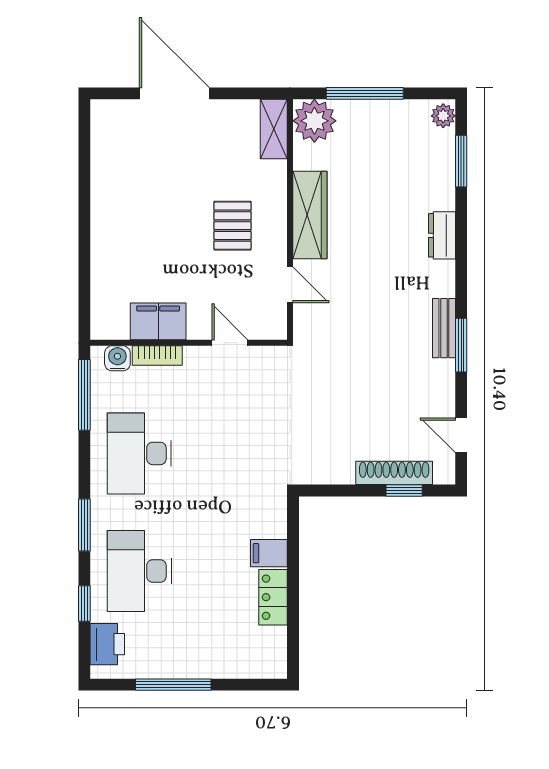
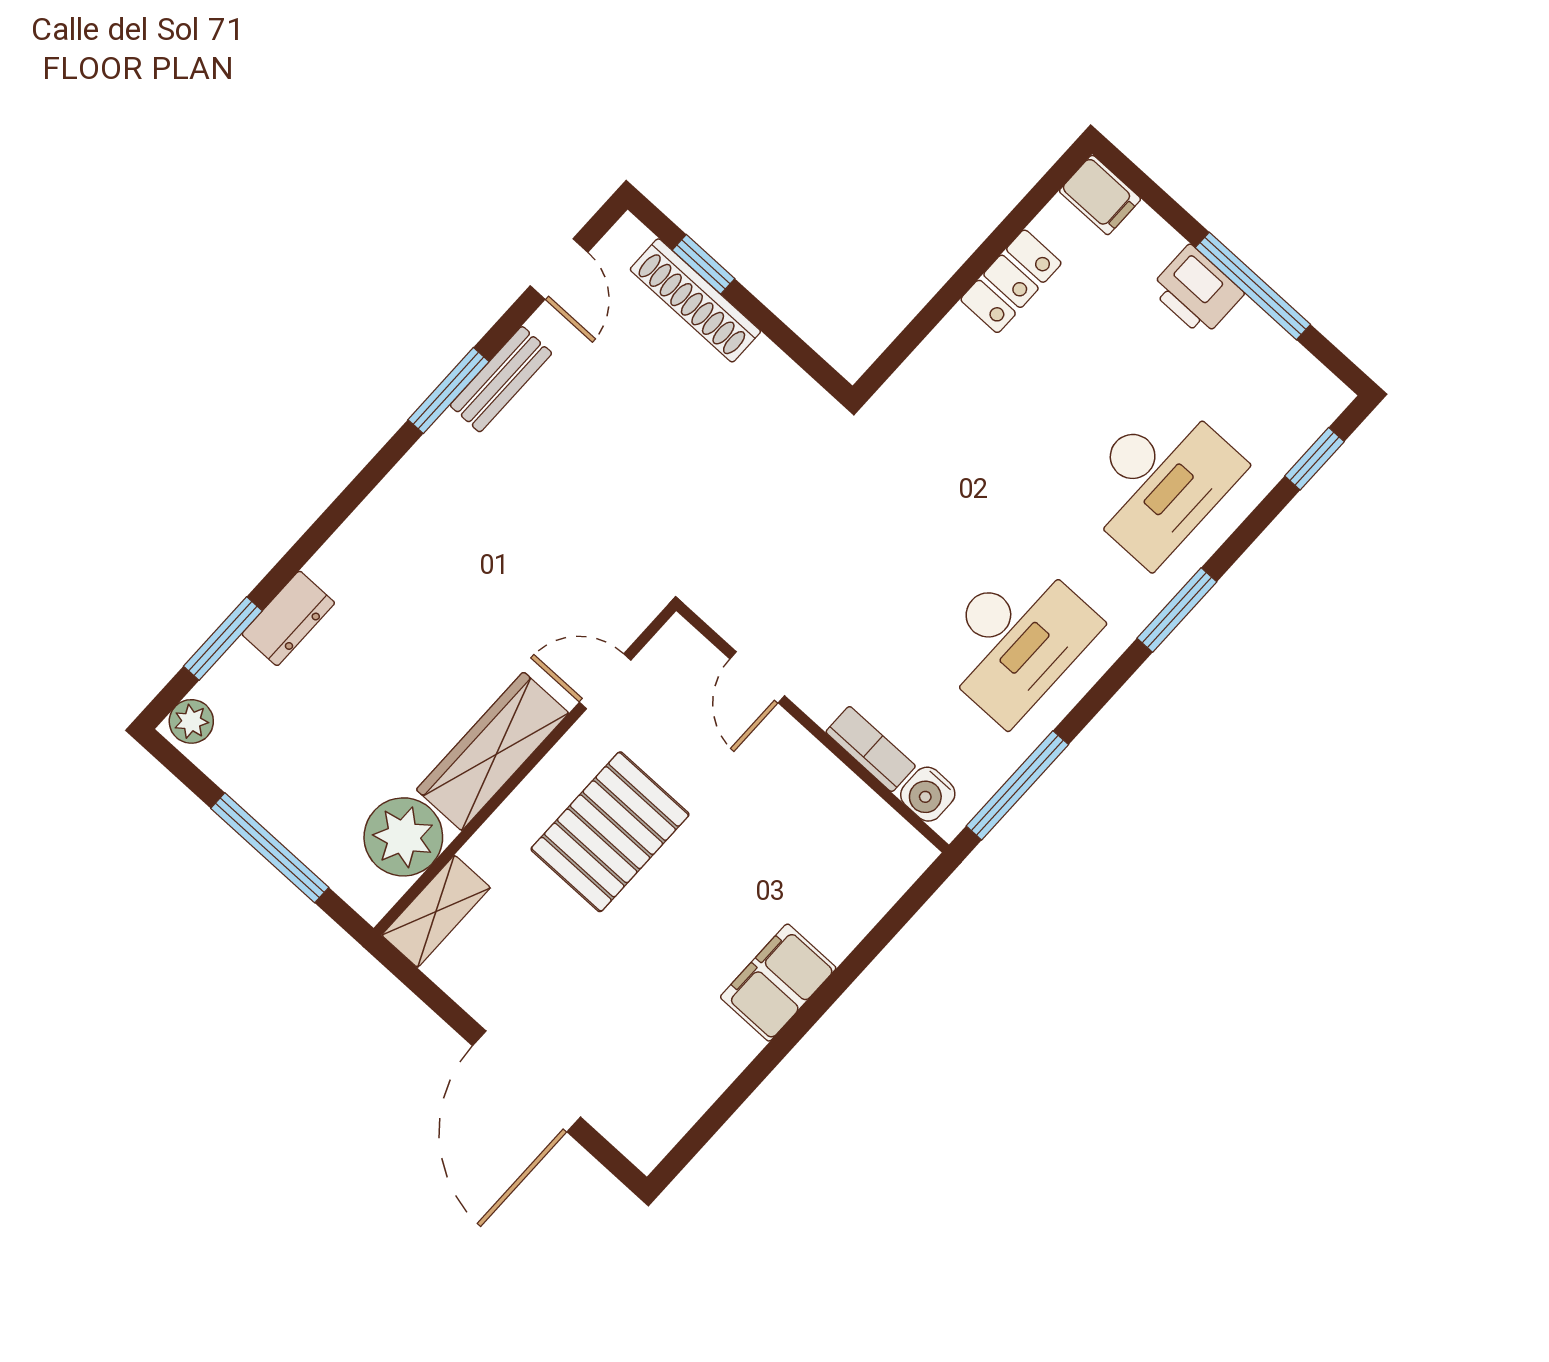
plant: (314, 121) -> (403, 837), moved
pallet: (233, 226) -> (610, 832), width x1.50, depth x1.42
dresser: (442, 235) -> (288, 618), moved
door: (290, 285) -> (605, 681), hinge flipped
filing cabinet: (158, 321) -> (778, 983), moved, turned 90
bench: (444, 328) -> (501, 379), moved
filing cabinet: (269, 553) -> (1100, 195), moved
window: (84, 604) -> (1314, 459), moved
printer: (107, 644) -> (1197, 291), moved, turned -90

